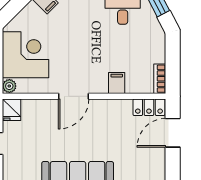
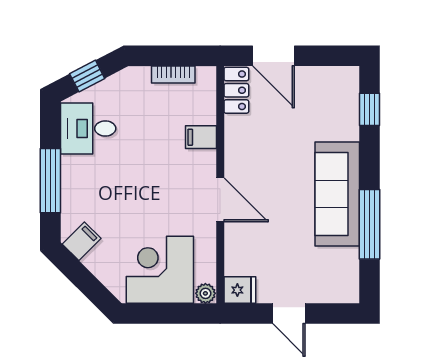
bookcase: (160, 79) -> (173, 75), moved

